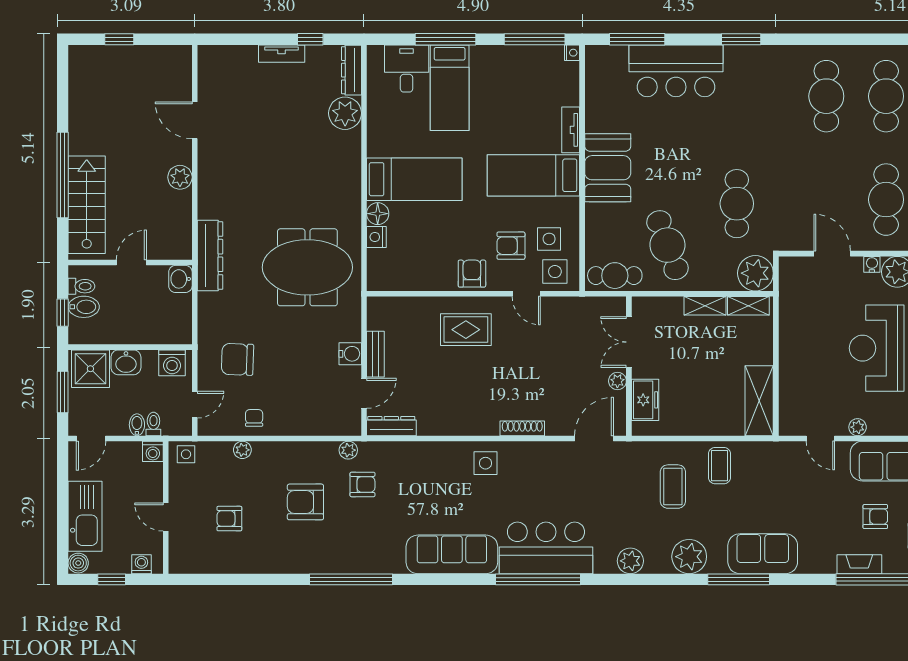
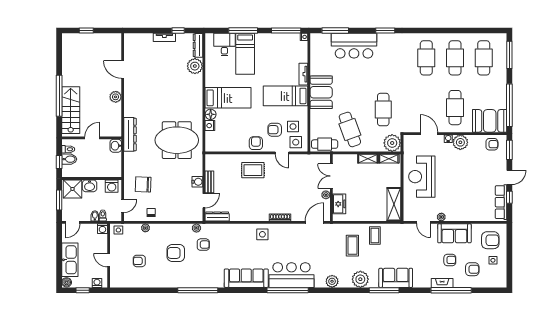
reception desk: (877, 348) -> (422, 177), moved

